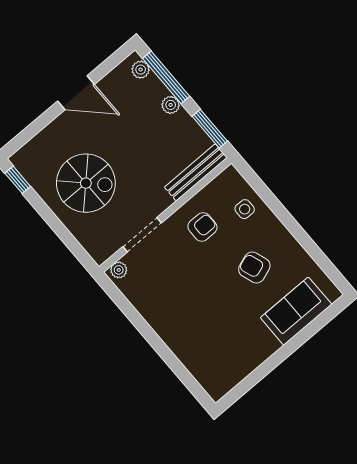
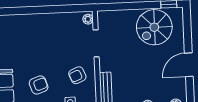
spiral stairs: (86, 183) -> (154, 27), moved
armchair: (202, 227) -> (77, 75), turned 67

